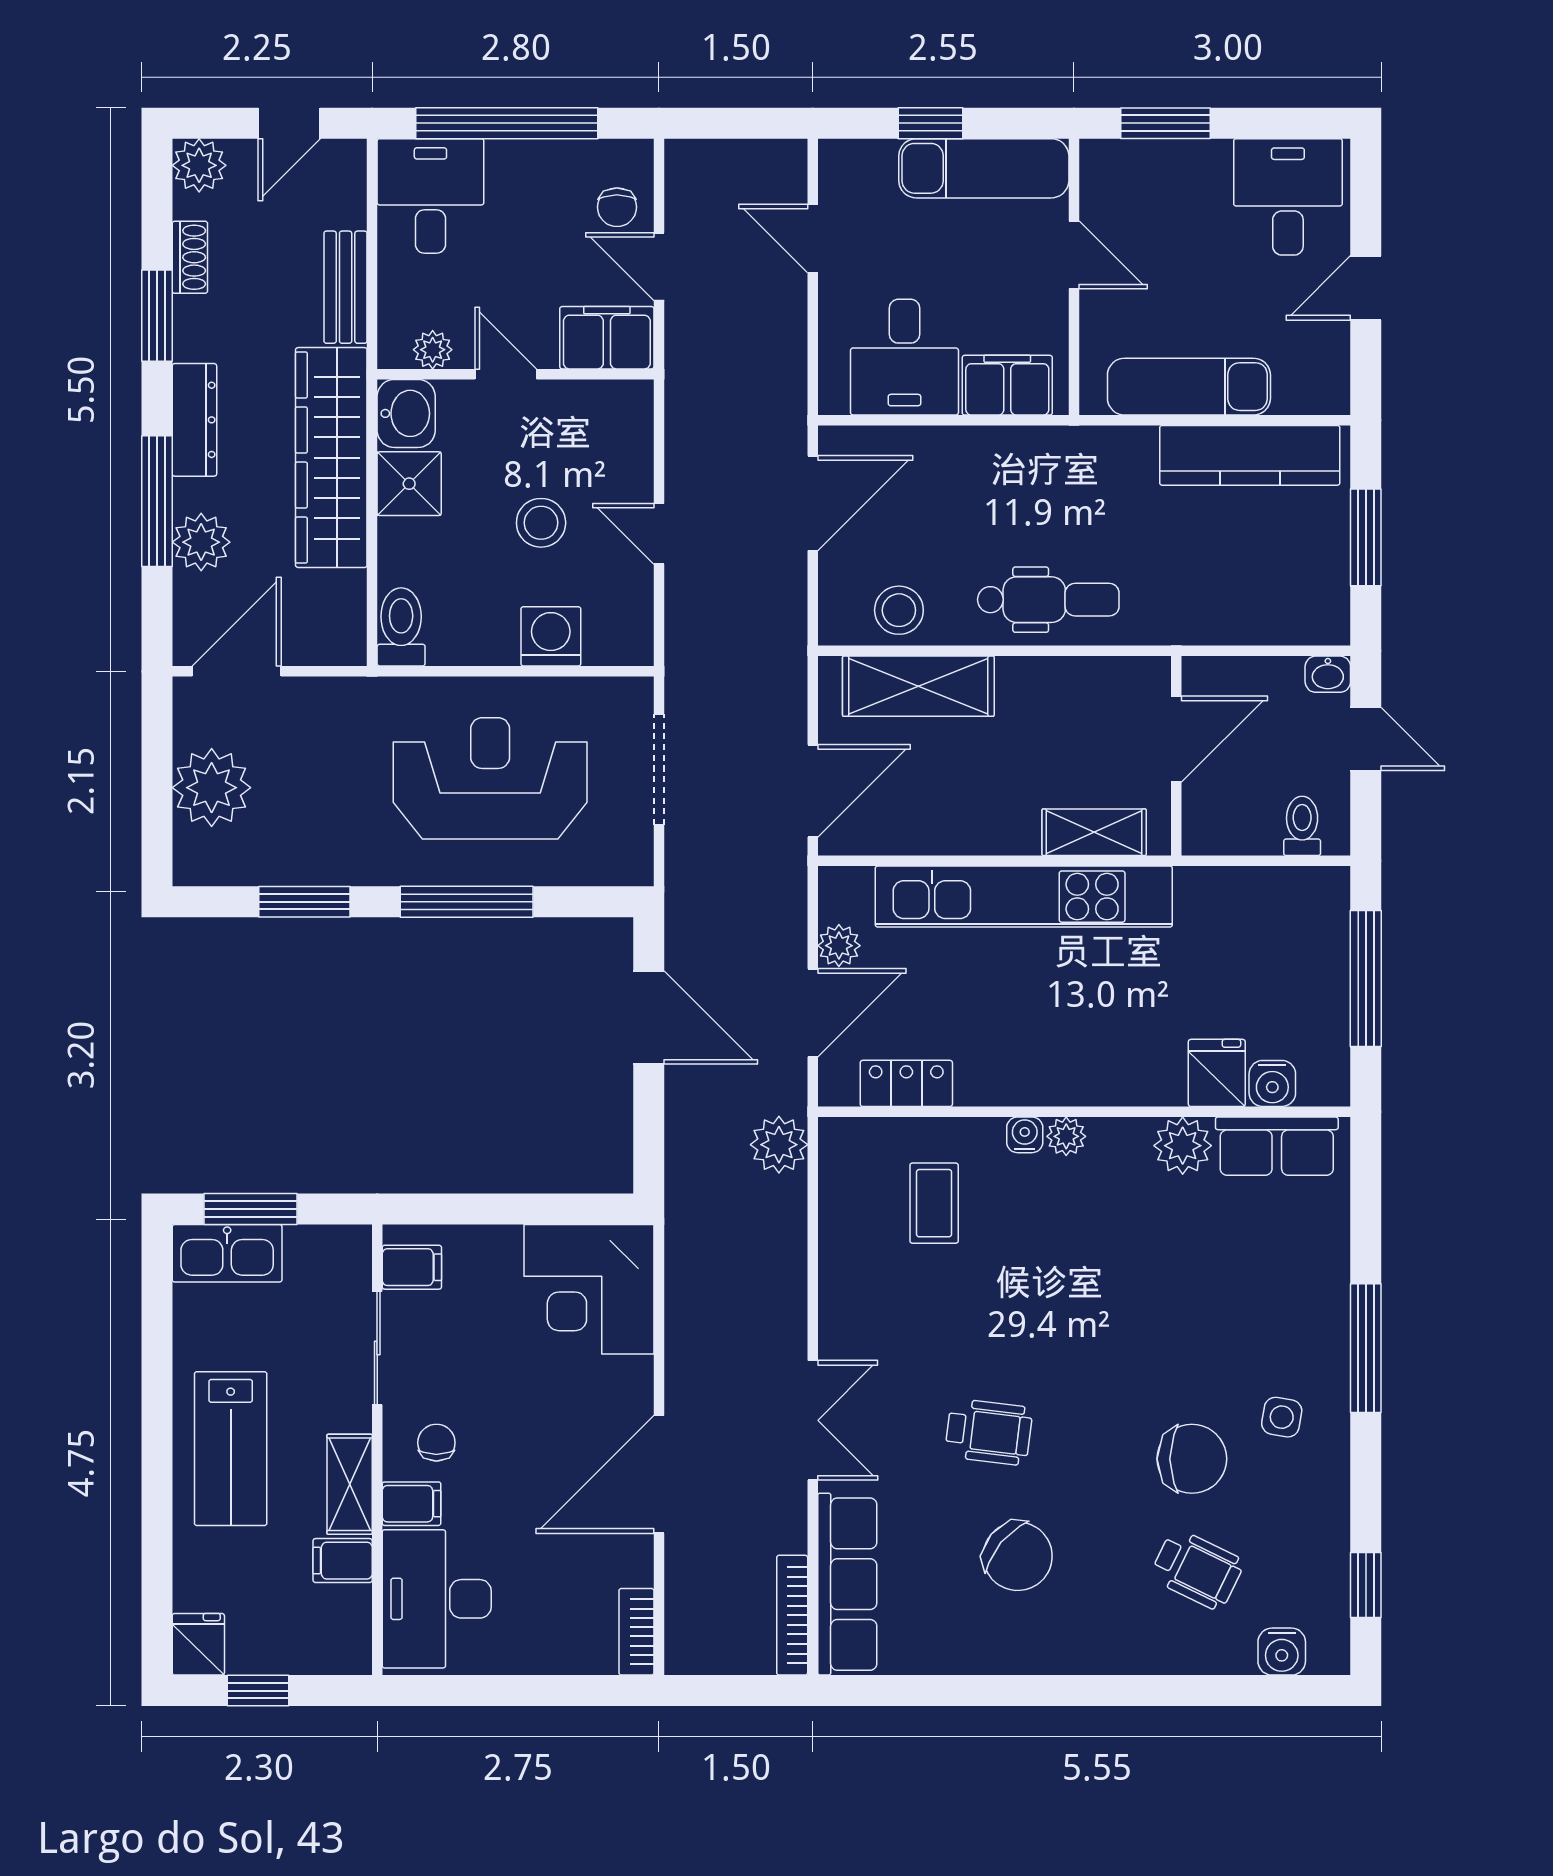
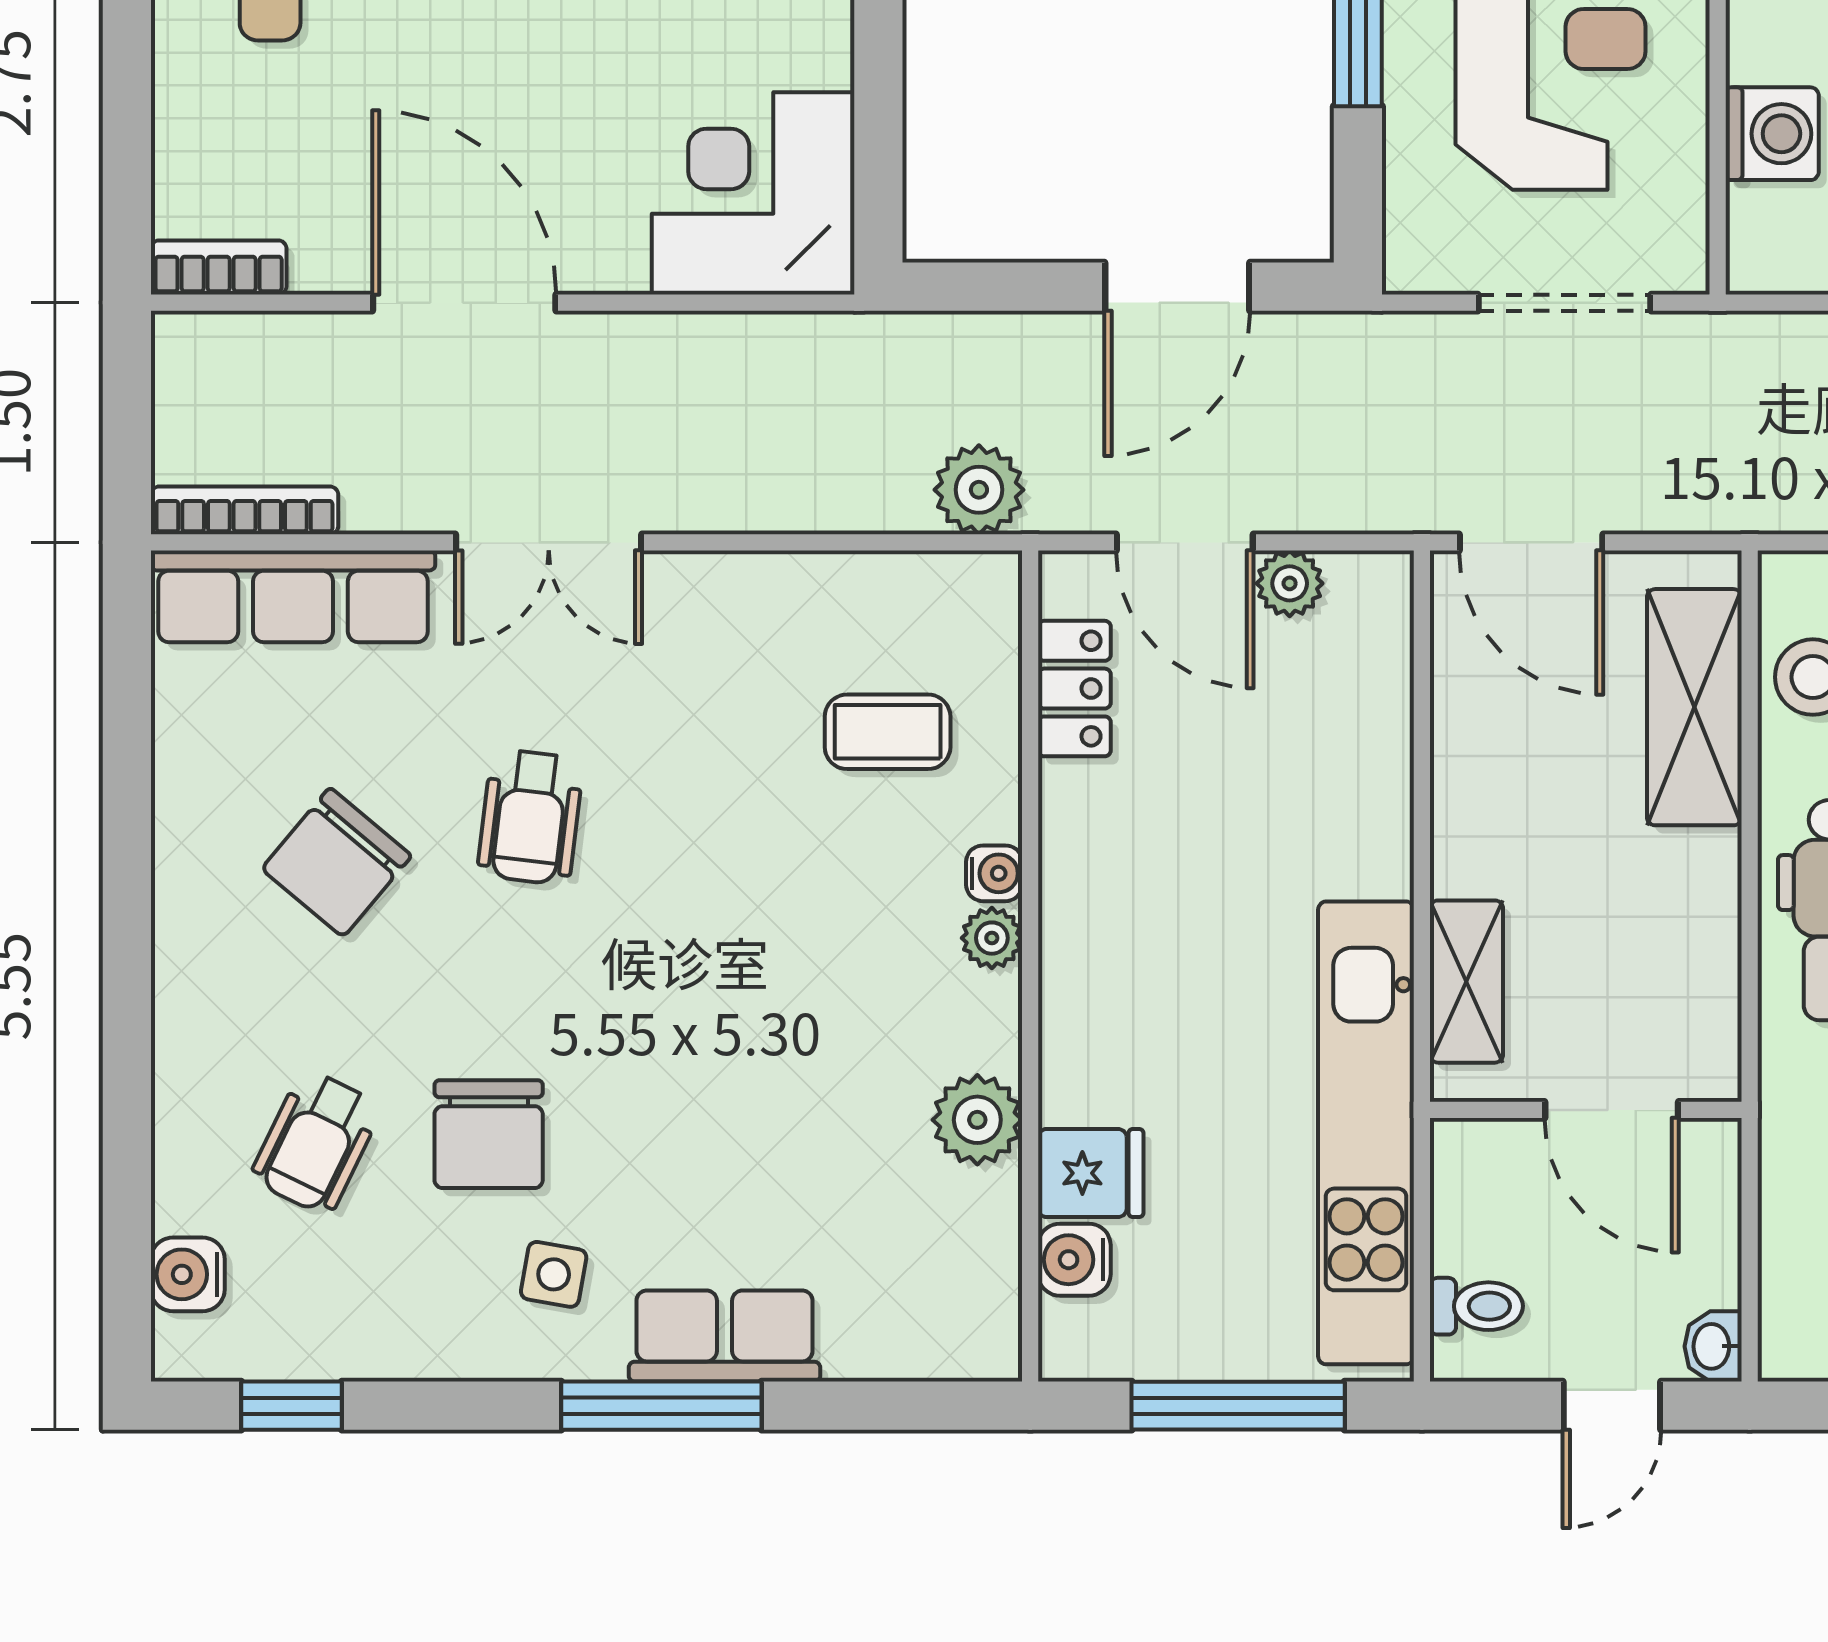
kitchen unit: (1024, 897) -> (1366, 1133), moved
row of seats: (1277, 1146) -> (724, 1336), moved, turned 90

